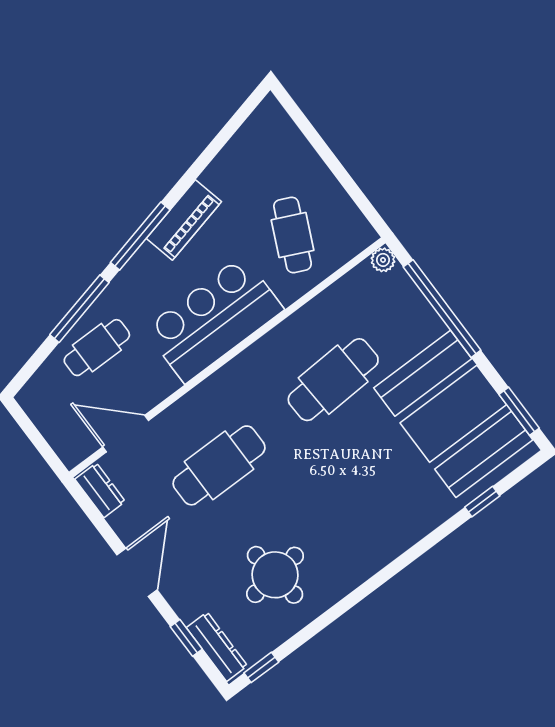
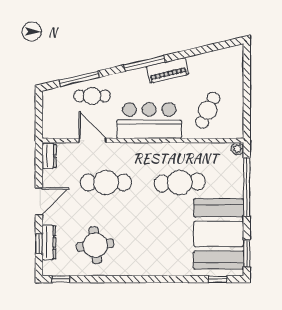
window: (79, 309) -> (79, 79), moved
door: (126, 434) -> (92, 141), moved
window: (482, 502) -> (218, 279), moved
dresser: (217, 647) -> (49, 242), moved

